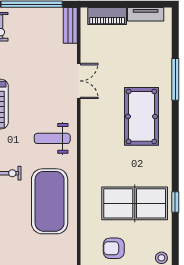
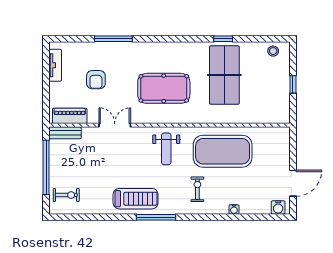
piano: (107, 16) -> (70, 116), moved, turned -90
pool table: (141, 116) -> (164, 88), moved
armchair: (114, 248) -> (96, 80), moved

